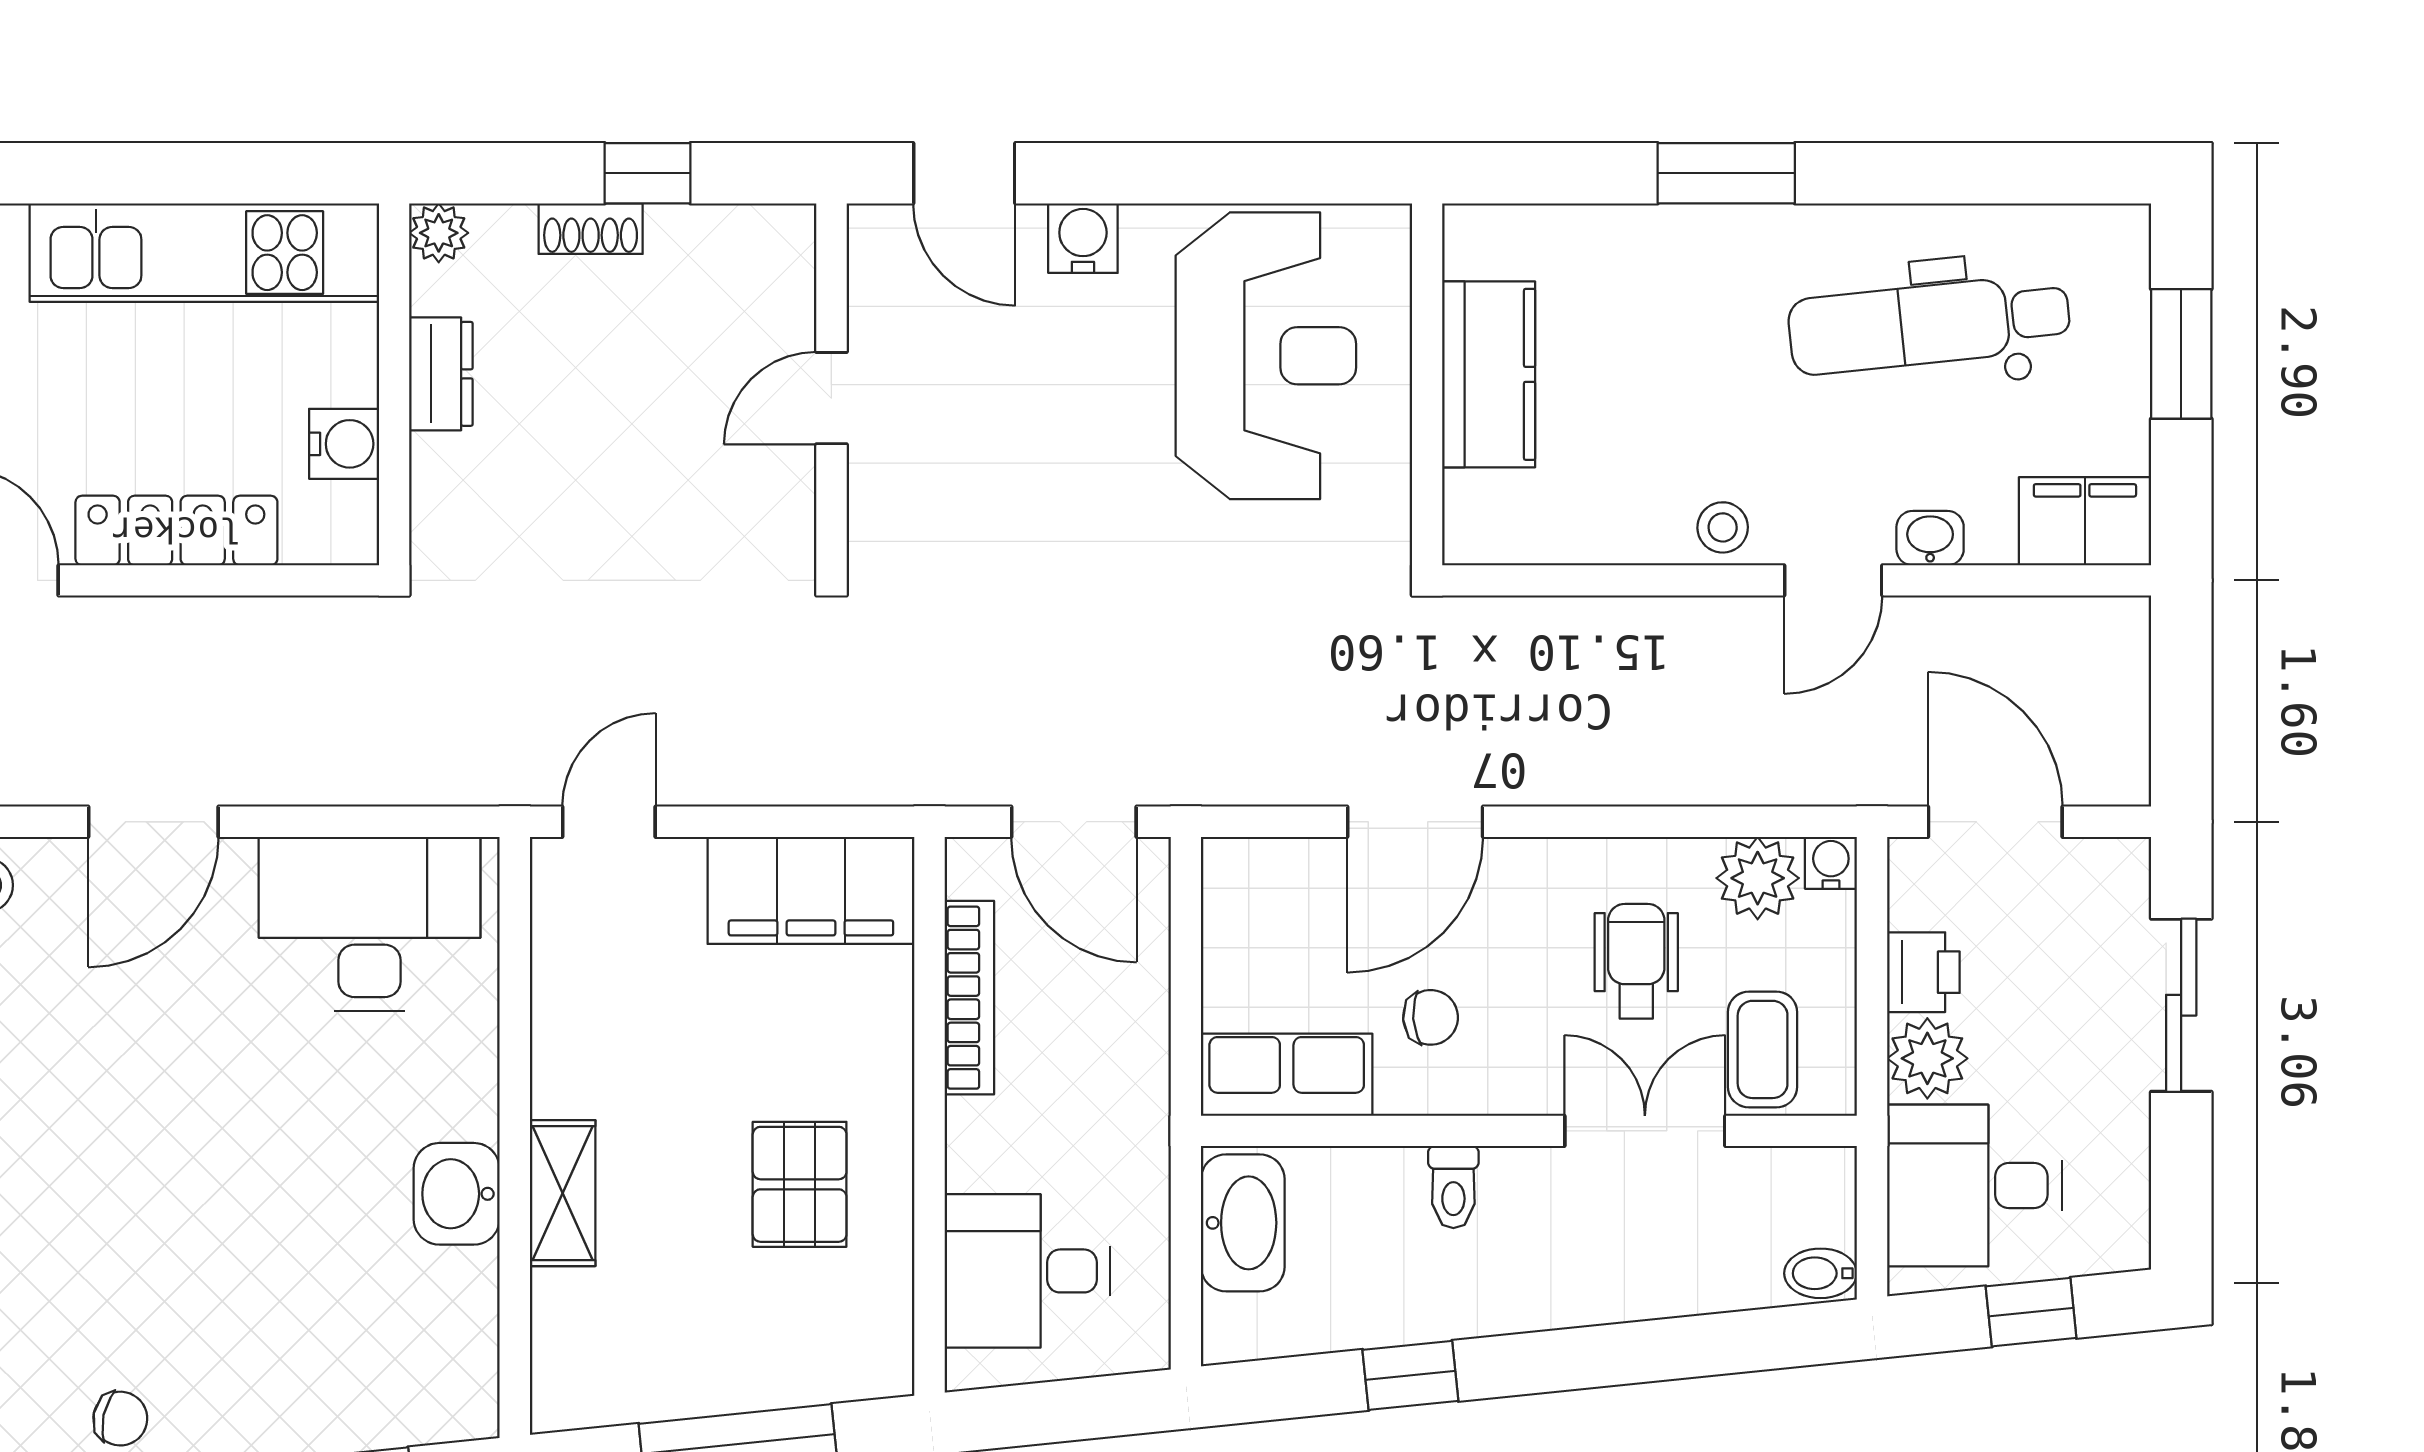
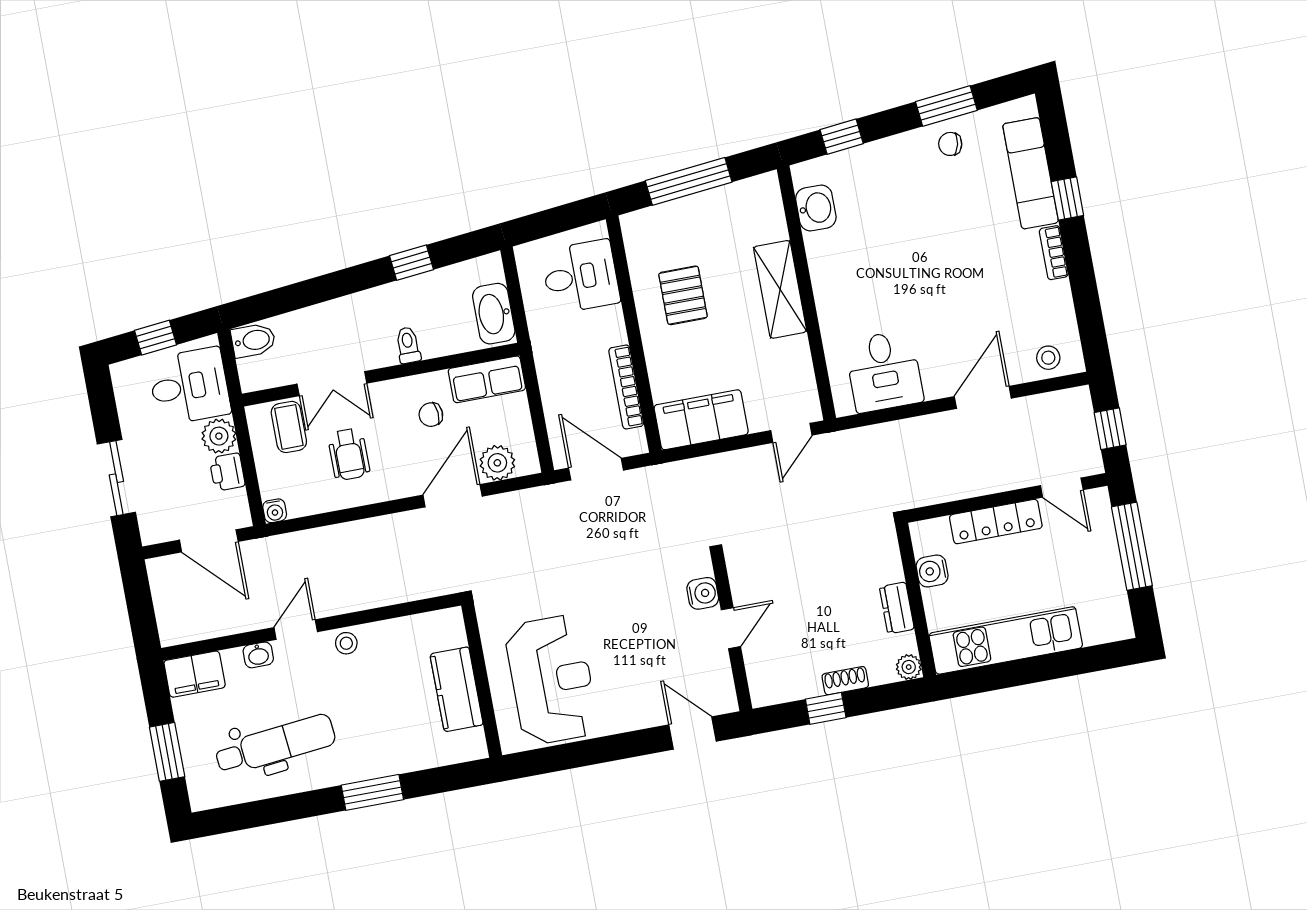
water cooler: (1083, 238) -> (703, 593), moved, turned -90
reception desk: (1266, 356) -> (552, 680), turned 180
plant: (1758, 878) -> (497, 463), moved
desk: (370, 924) -> (884, 371), width x0.73
shelving: (563, 1193) -> (780, 289), width x1.50, depth x1.33
washbasin: (457, 1194) -> (816, 208), moved
bidet: (1821, 1273) -> (253, 340), width x1.38, depth x1.36

